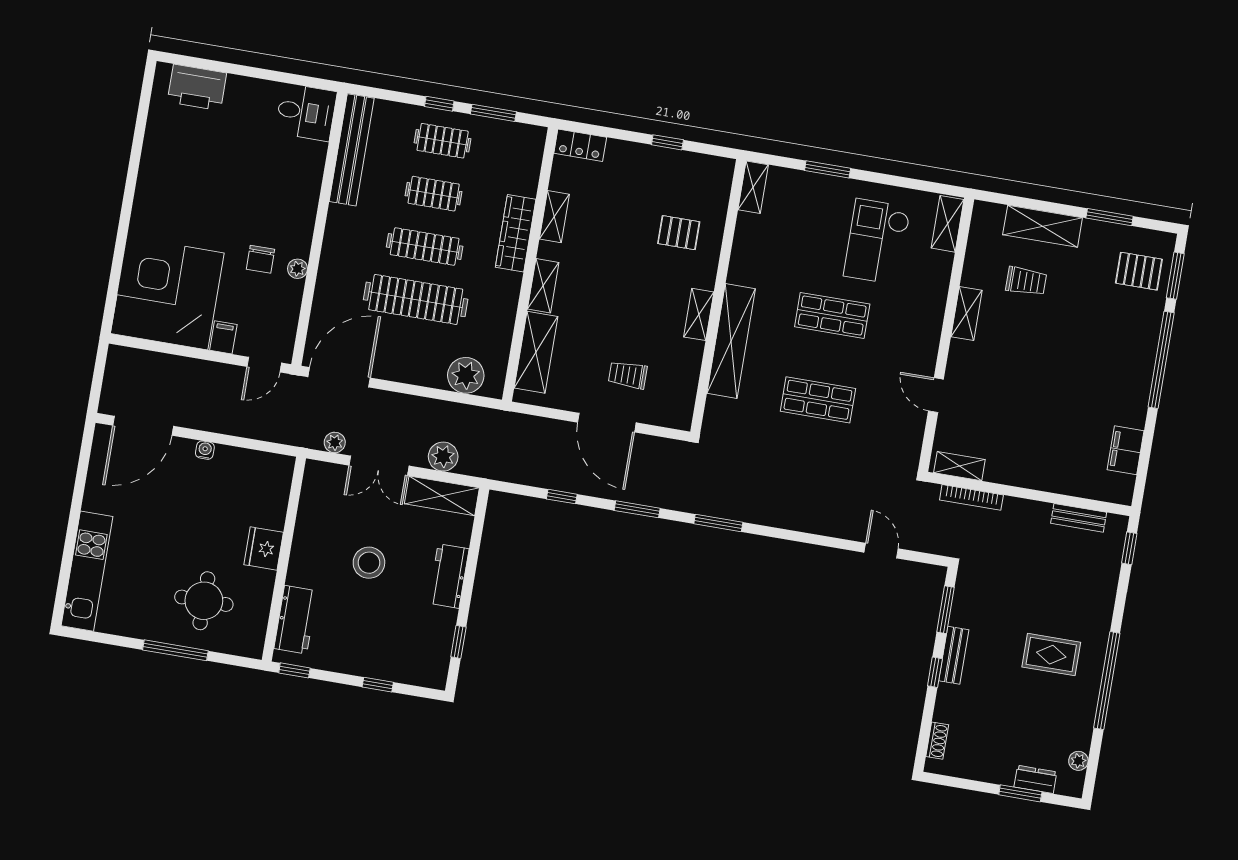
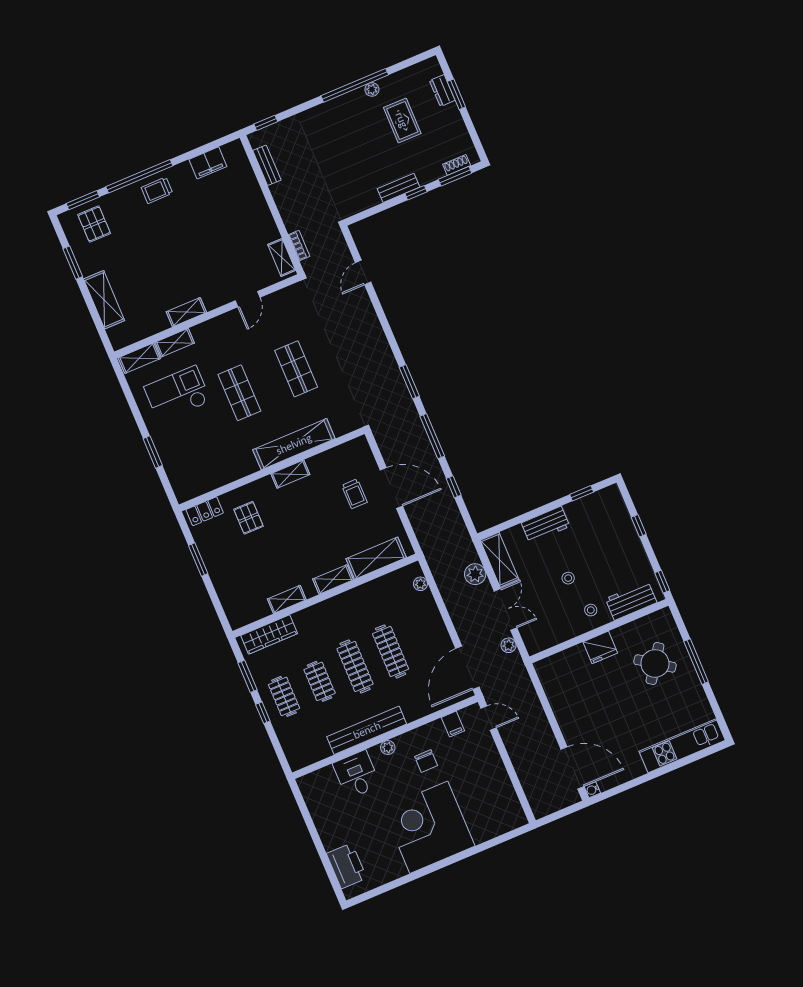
desk: (306, 112) -> (356, 775), moved
window: (667, 142) -> (198, 560), width x1.50
locker: (580, 145) -> (205, 511), moved, turned 90
bench: (352, 150) -> (367, 730), moved
shelving: (753, 187) -> (175, 343), moved
wardrobe: (516, 233) -> (269, 635), moved
checkout: (877, 242) -> (177, 394), turned 180
chair: (260, 259) -> (426, 761), turned 90
plant: (298, 269) -> (388, 748), moved
trolley: (1026, 281) -> (157, 190), moved, turned -90
corner desk: (167, 293) -> (429, 827), moved, turned 90
clothes rail: (416, 299) -> (391, 651), width x0.73, depth x0.76
filing cabinet: (223, 337) -> (453, 724), moved, turned -90
plant: (466, 375) -> (420, 584), width x0.53, depth x0.53
door: (339, 377) -> (467, 668), hinge flipped
door: (607, 423) -> (391, 488), hinge flipped
water cooler: (205, 450) -> (592, 790), moved
bookcase: (971, 497) -> (299, 245), width x0.64
window: (637, 509) -> (432, 436), width x1.44
stool: (369, 563) -> (568, 578), width x0.53, depth x0.53
stool: (315, 565) -> (591, 610), added
round table: (204, 601) -> (655, 663), turned 35
window: (946, 610) -> (455, 176), moved
rug: (1051, 655) -> (402, 120), moved
plant: (1078, 761) -> (372, 89), moved

